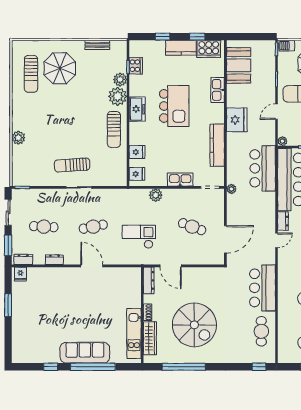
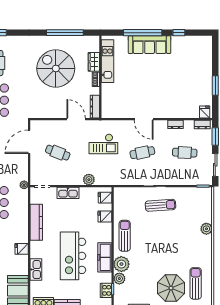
kitchen island: (174, 106) -> (73, 256), width x1.37
freezer: (137, 109) -> (105, 257), width x1.40
fridge: (237, 120) -> (22, 249), width x0.53, depth x0.75
wardrobe: (150, 338) -> (94, 62), width x0.67

